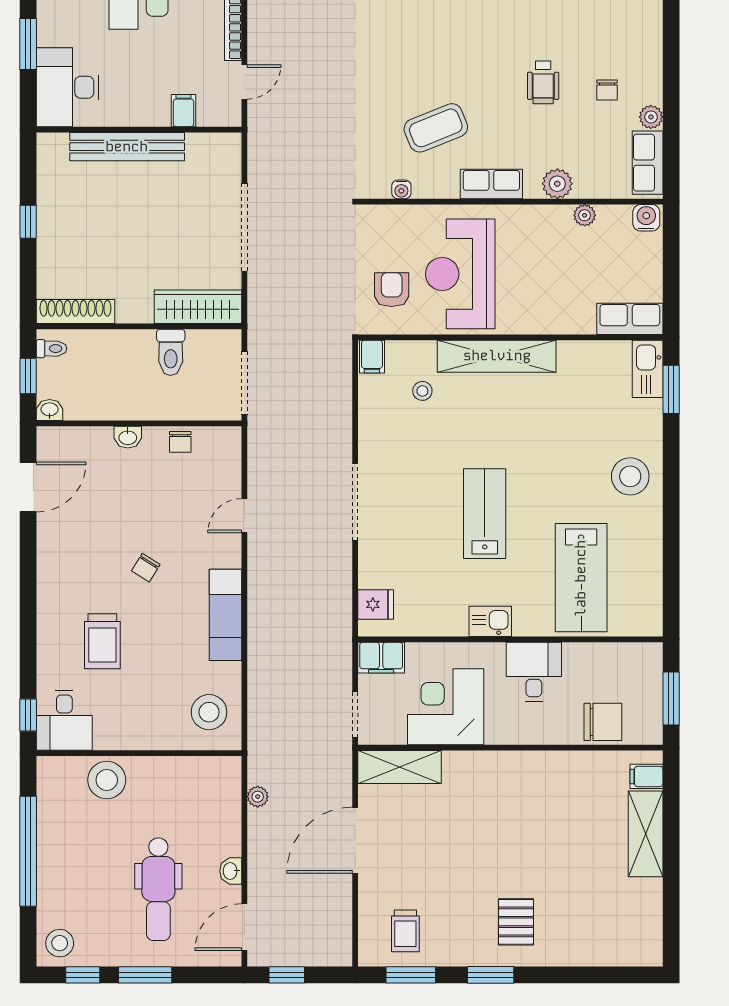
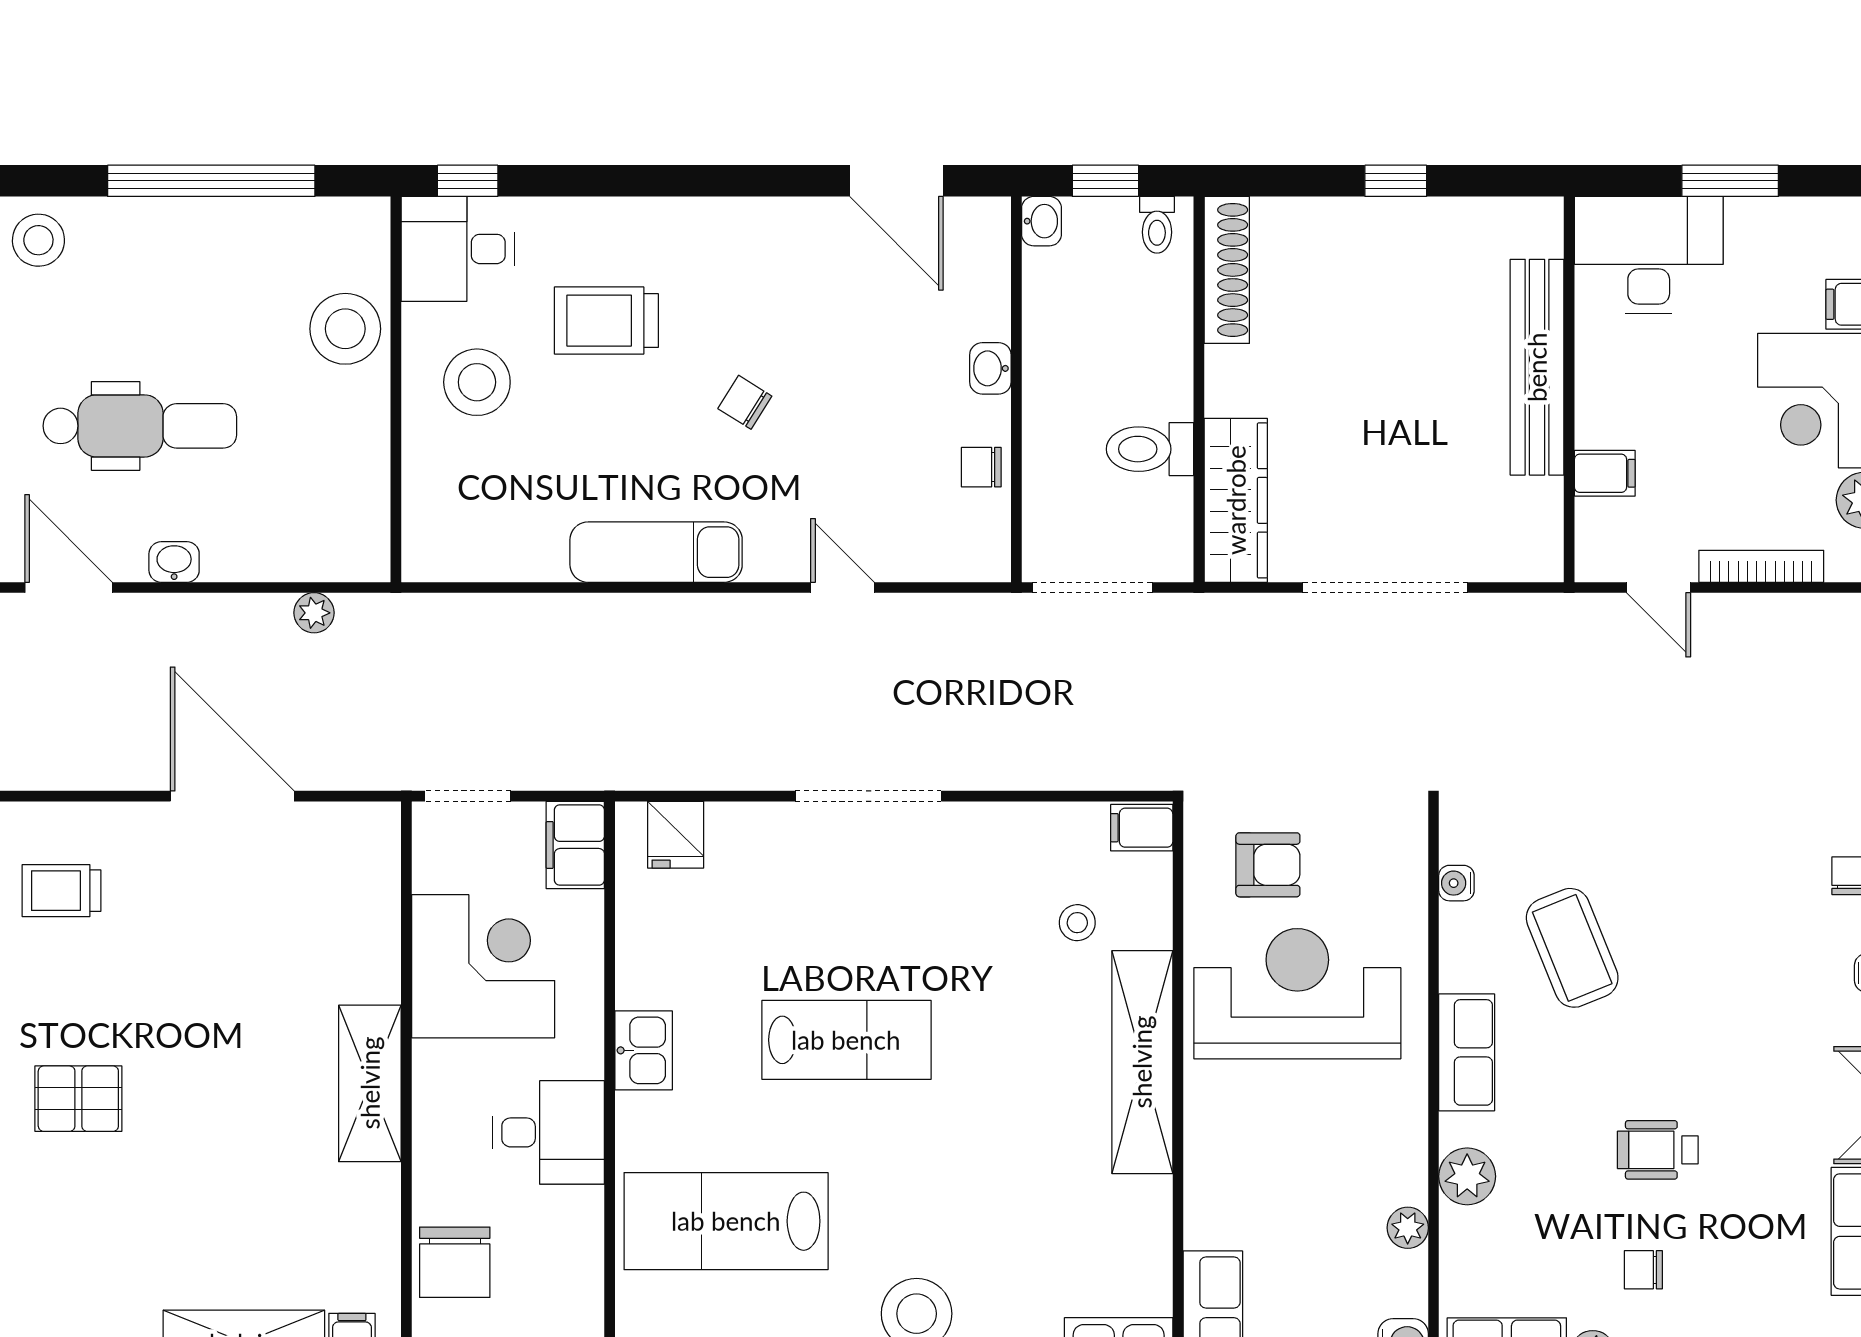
stool: (209, 712) -> (477, 382), moved
shelving: (399, 767) -> (370, 1083), moved
dental chair: (158, 889) -> (140, 426), turned 180

